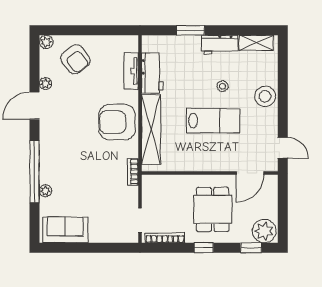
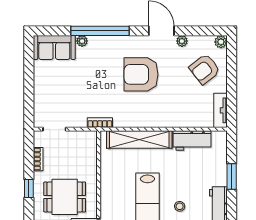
tv unit: (131, 71) -> (221, 110), moved, turned -90
armchair: (117, 122) -> (141, 74), moved, turned -90
sofa: (65, 230) -> (54, 47), moved, turned 90
bookcase: (165, 238) -> (38, 159), width x0.64

